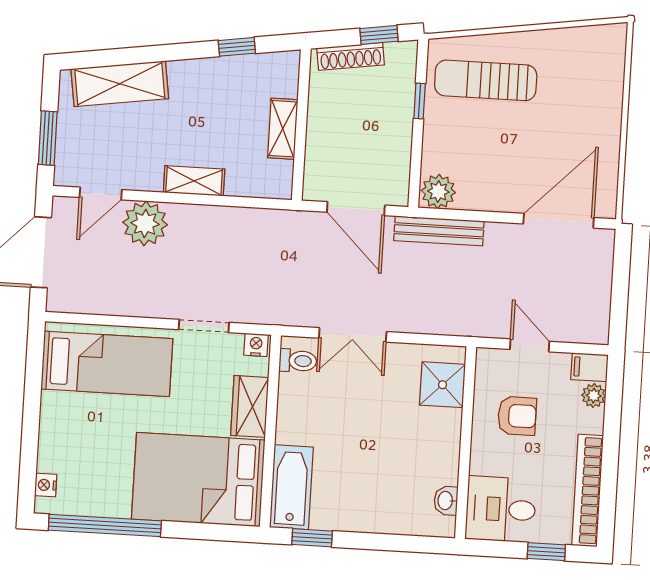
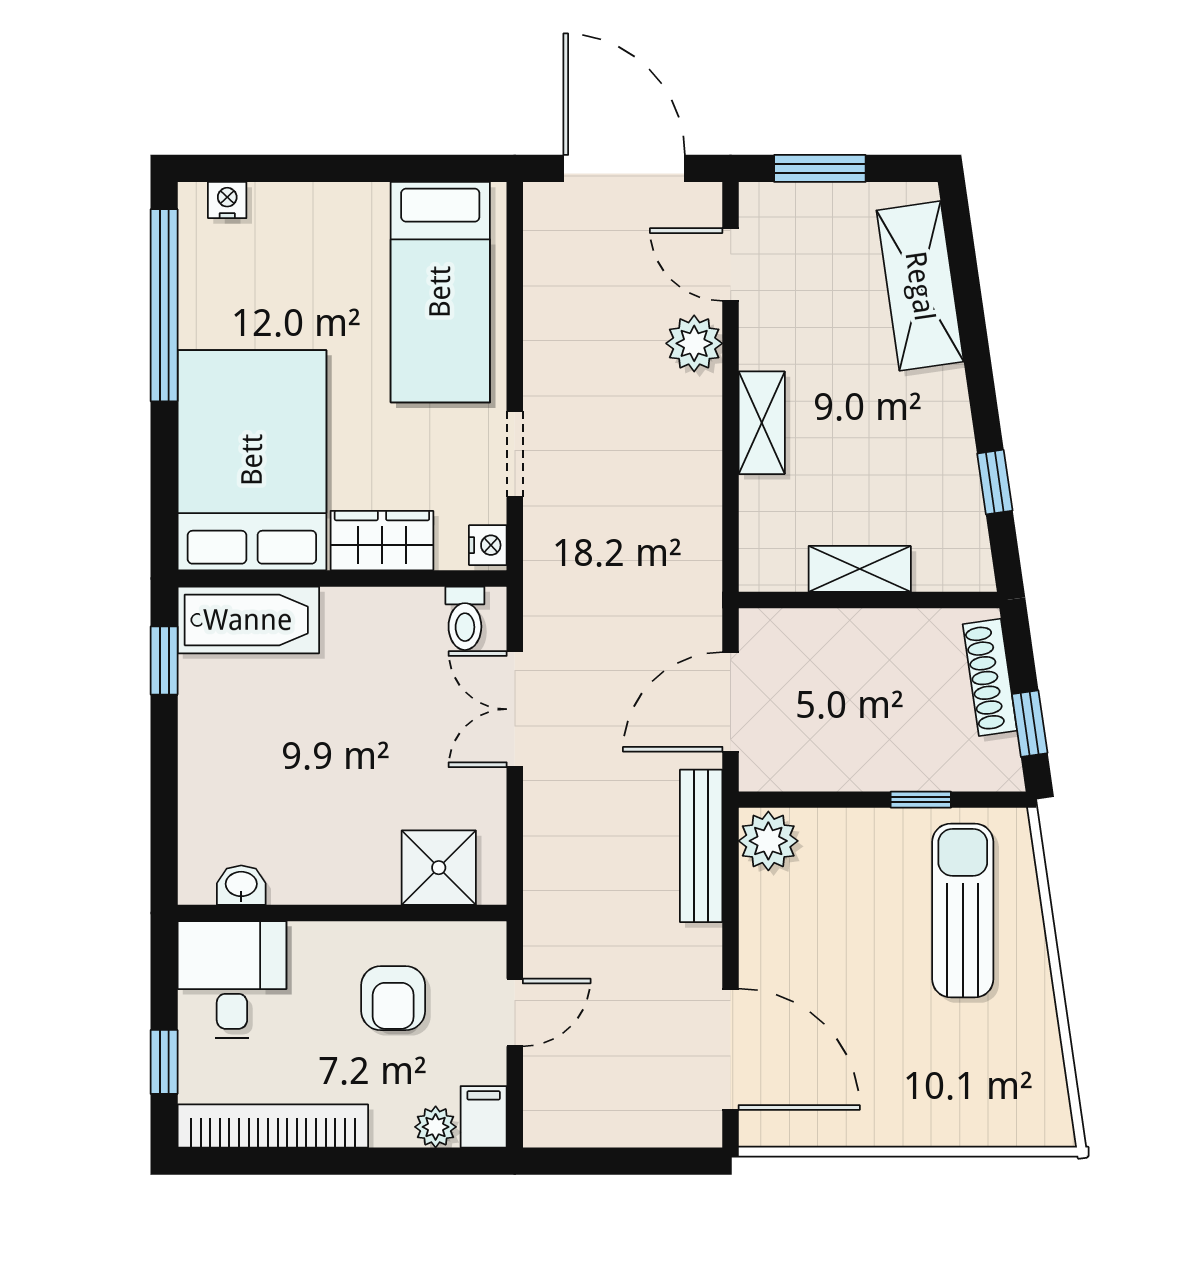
plant: (145, 223) -> (694, 343), width x0.73, depth x0.73

